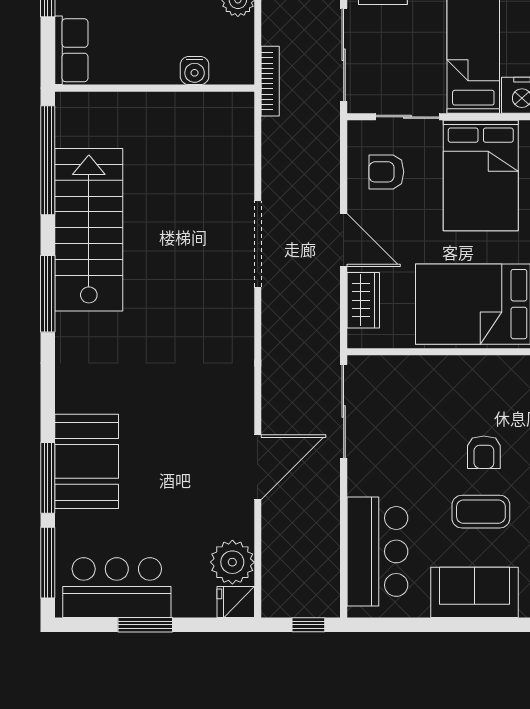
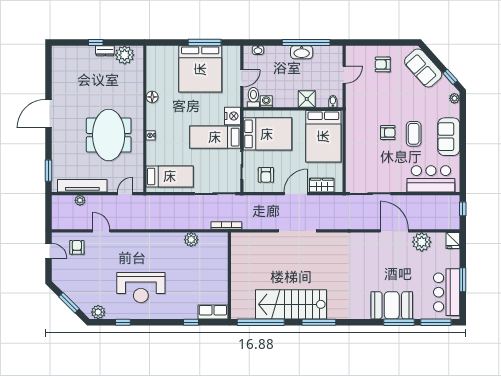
water cooler: (195, 71) -> (222, 258), removed
plant: (232, 562) -> (422, 242), moved

